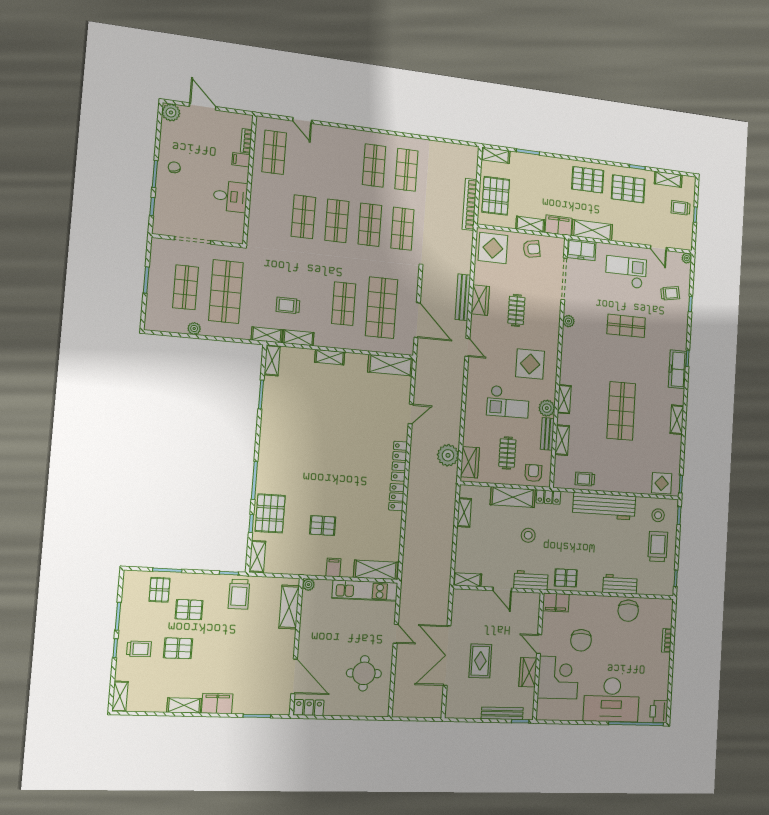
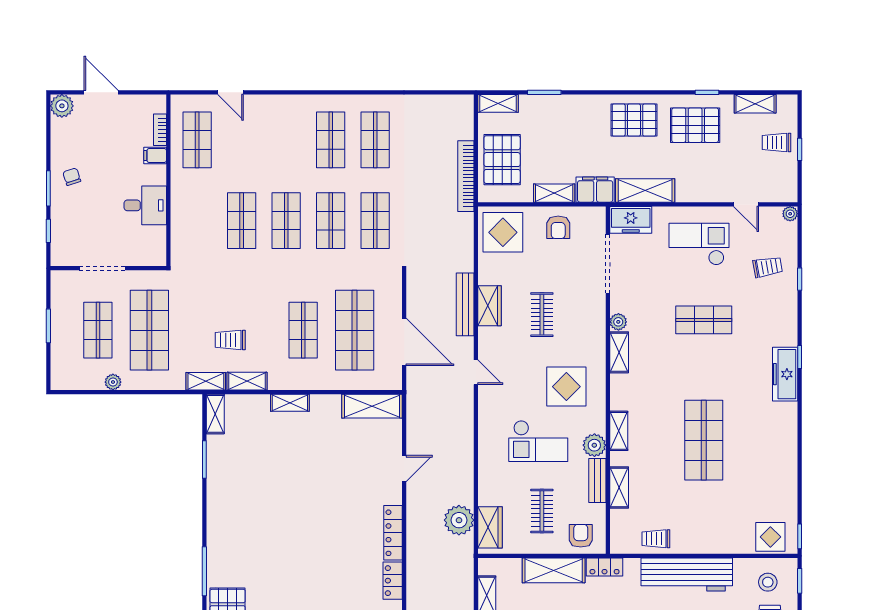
armchair: (532, 249) -> (558, 227), turned 100
shelving: (677, 420) -> (619, 352), moved

